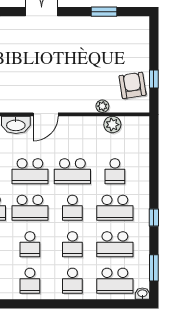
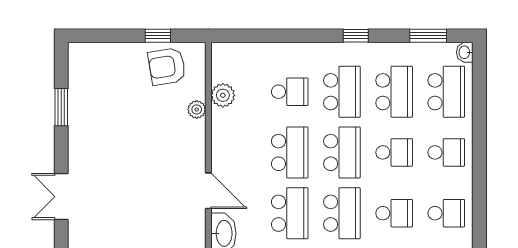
school desk: (72, 208) -> (342, 152), width x1.85

